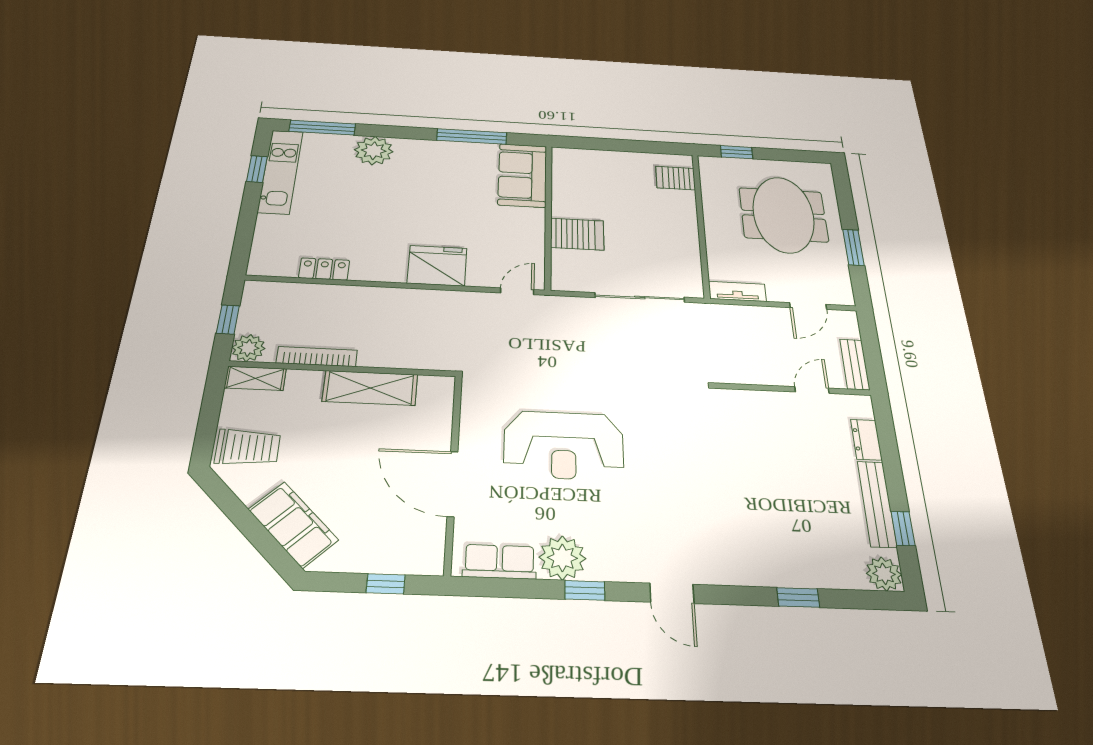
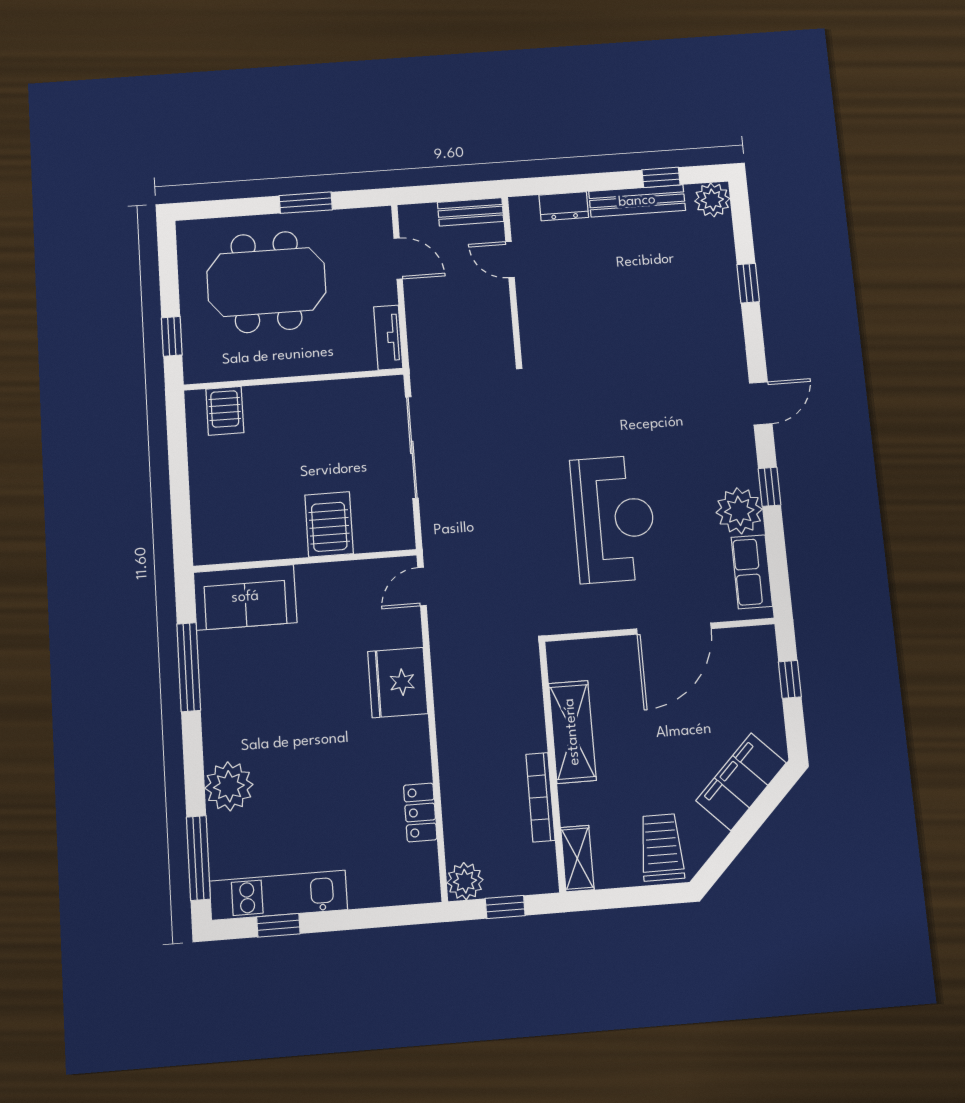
door: (517, 291) -> (422, 587), hinge flipped
plant: (248, 348) -> (465, 881), moved

